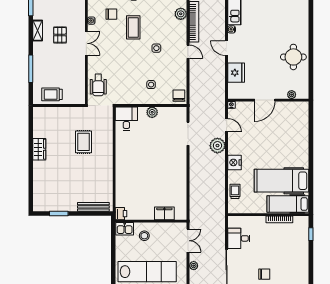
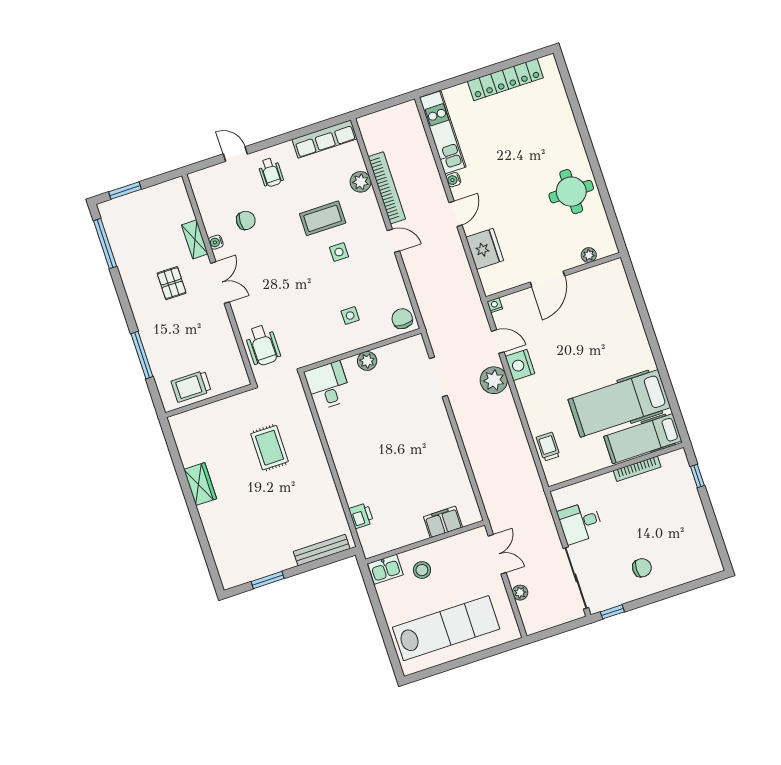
coffee table: (133, 27) -> (323, 218), moved, turned 90
shelving: (38, 31) -> (195, 239), moved
door: (227, 48) -> (455, 214), swing flipped
nightstand: (234, 162) -> (520, 365), moved
printer: (121, 214) -> (361, 516), moved

